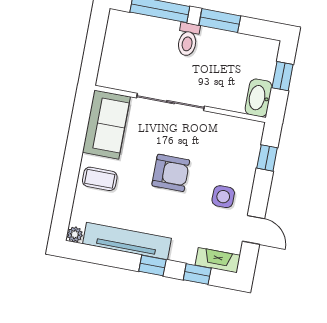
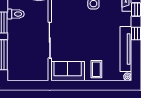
toilet: (188, 39) -> (16, 14), moved
armchair: (171, 173) -> (86, 33), removed

